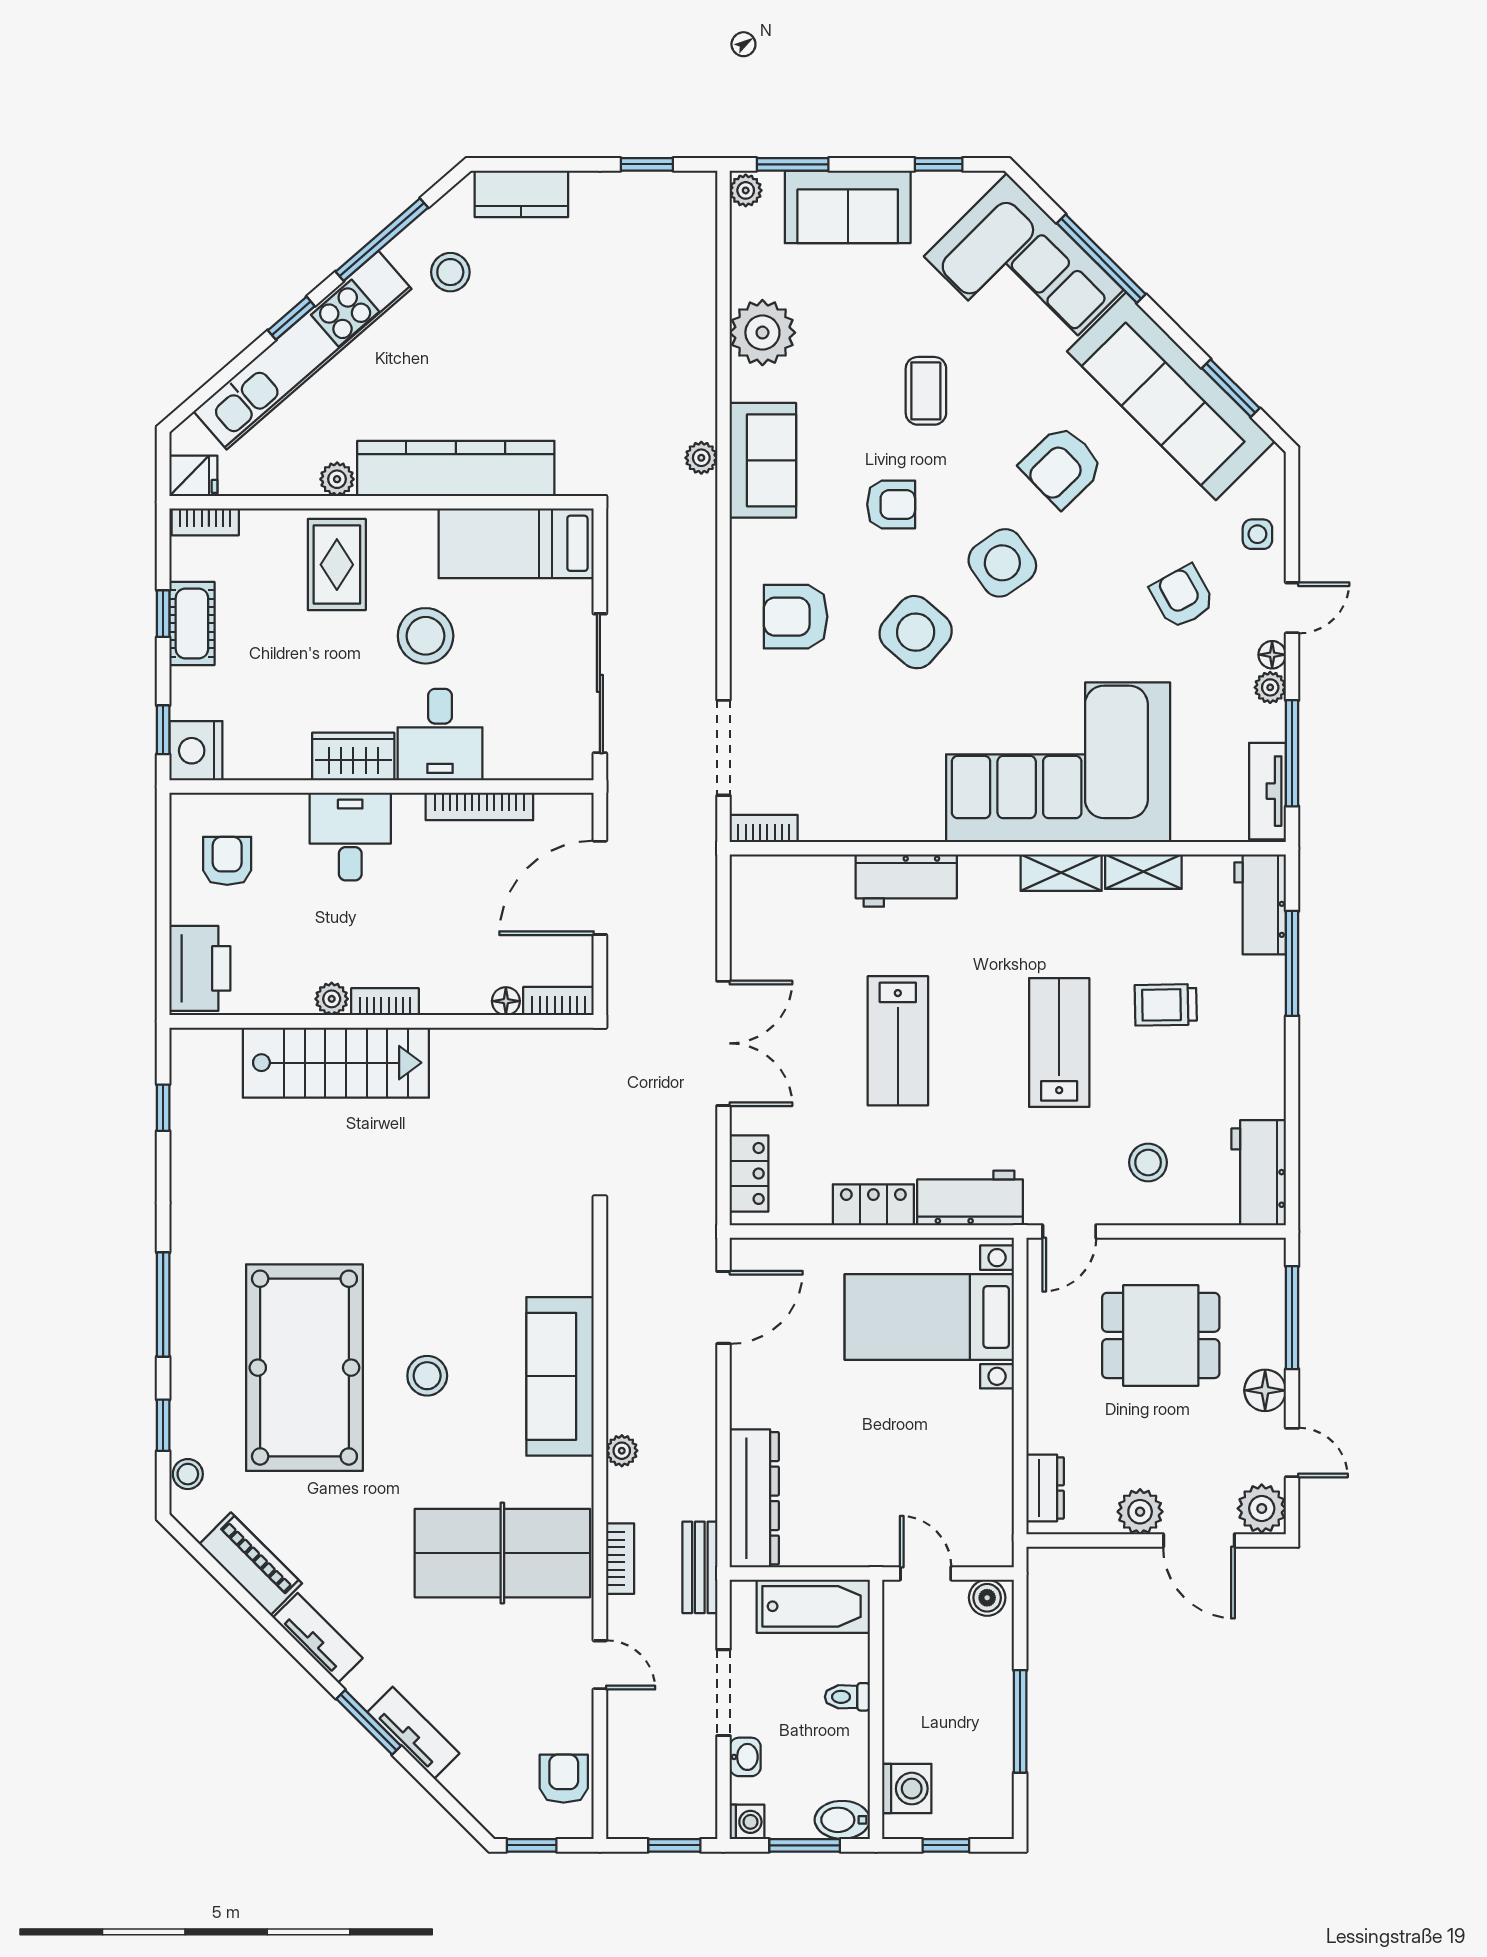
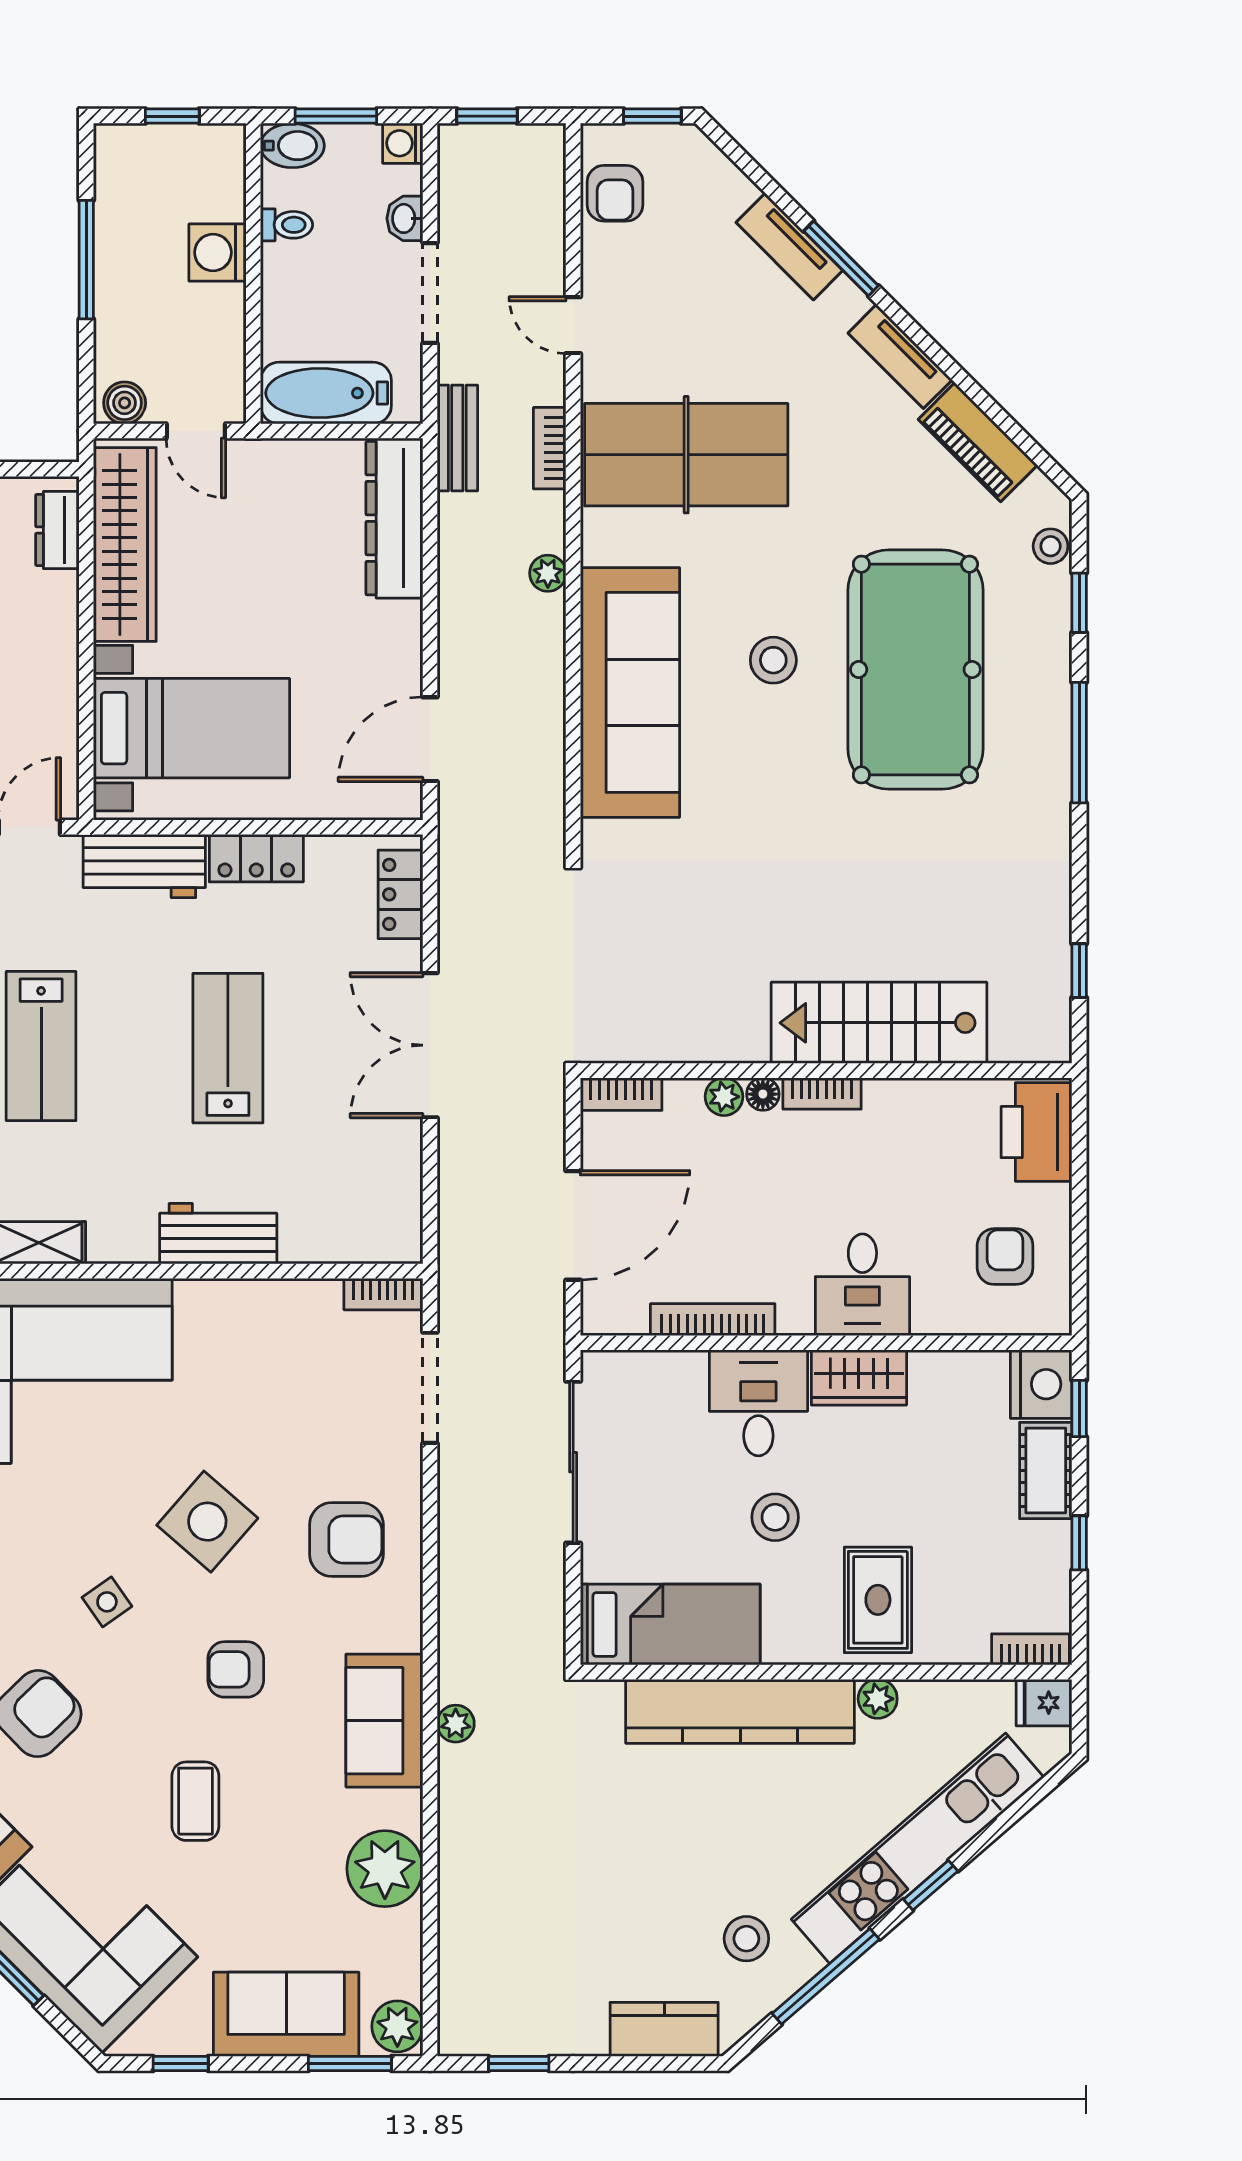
plant: (746, 190) -> (397, 2026), width x1.38, depth x1.38
side table: (1002, 563) -> (107, 1602), width x0.54, depth x0.54
cot: (192, 623) -> (1046, 1470), moved
stool: (426, 636) -> (775, 1517), width x0.73, depth x0.73
armchair: (227, 861) -> (1005, 1257), turned 180
plant: (332, 999) -> (724, 1097), moved
floor lamp: (506, 1001) -> (763, 1094), moved
sofa: (560, 1376) -> (630, 692), width x1.36, depth x1.27
wardrobe: (987, 1475) -> (125, 545), added
toilet: (847, 1697) -> (287, 225), moved
washing machine: (907, 1789) -> (218, 253), moved

